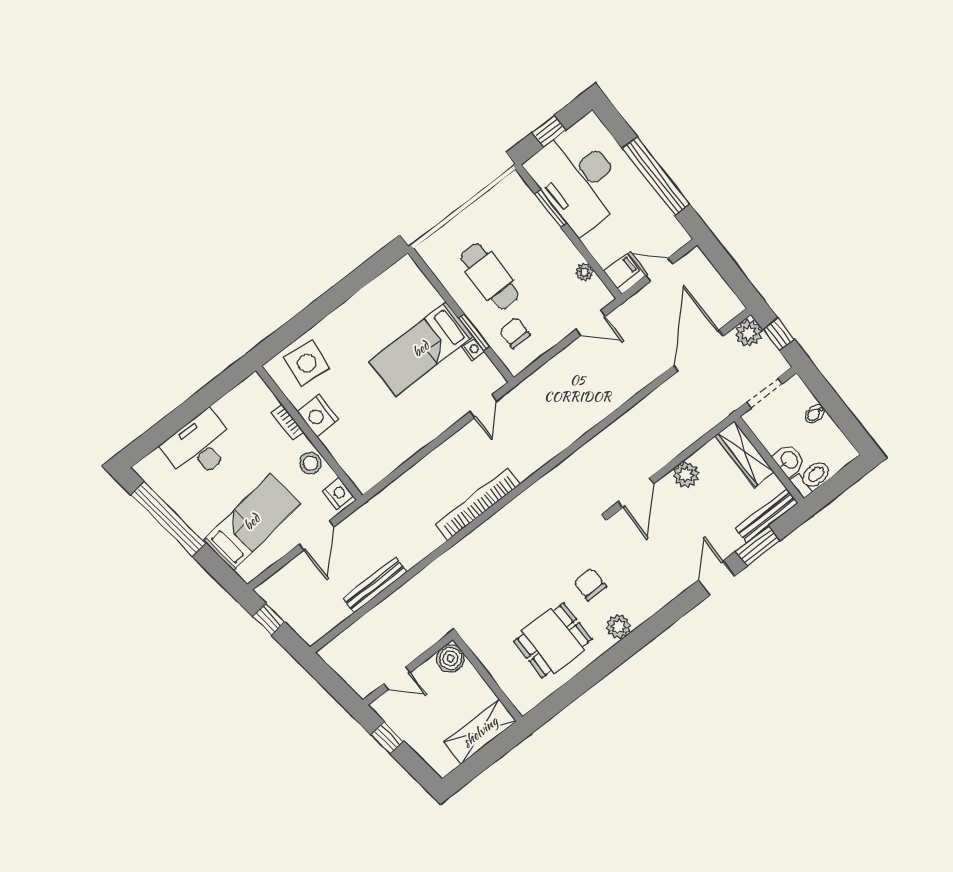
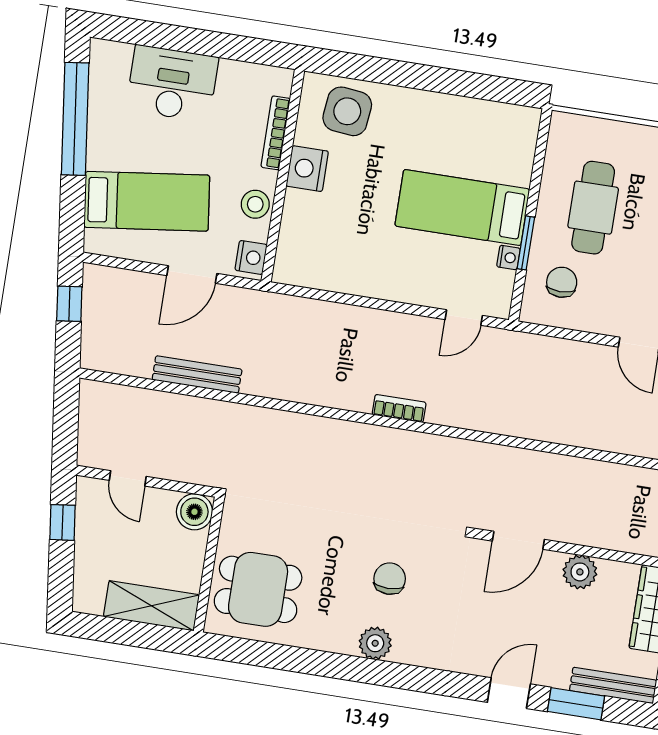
bookcase: (287, 422) -> (276, 133), width x1.56
bookcase: (478, 504) -> (399, 408), width x0.43, depth x0.76
dining table: (553, 640) -> (258, 589), moved

